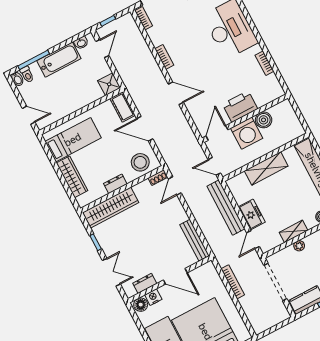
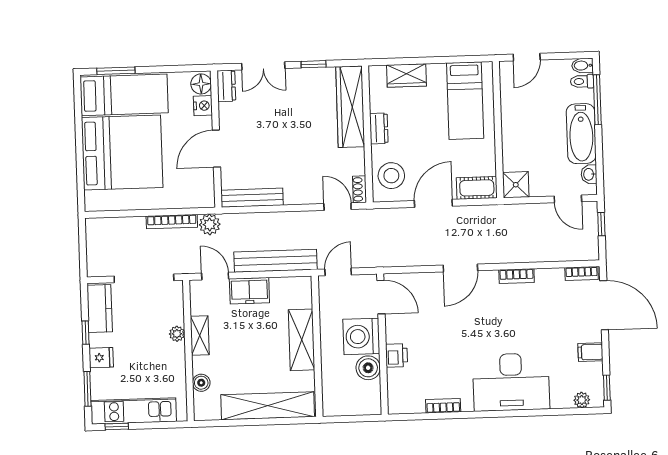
printer: (240, 107) -> (396, 355), width x0.53, depth x0.68
wardrobe: (72, 177) -> (406, 75), width x0.67
plant: (223, 258) -> (210, 224), added
dresser: (145, 283) -> (226, 86), moved

